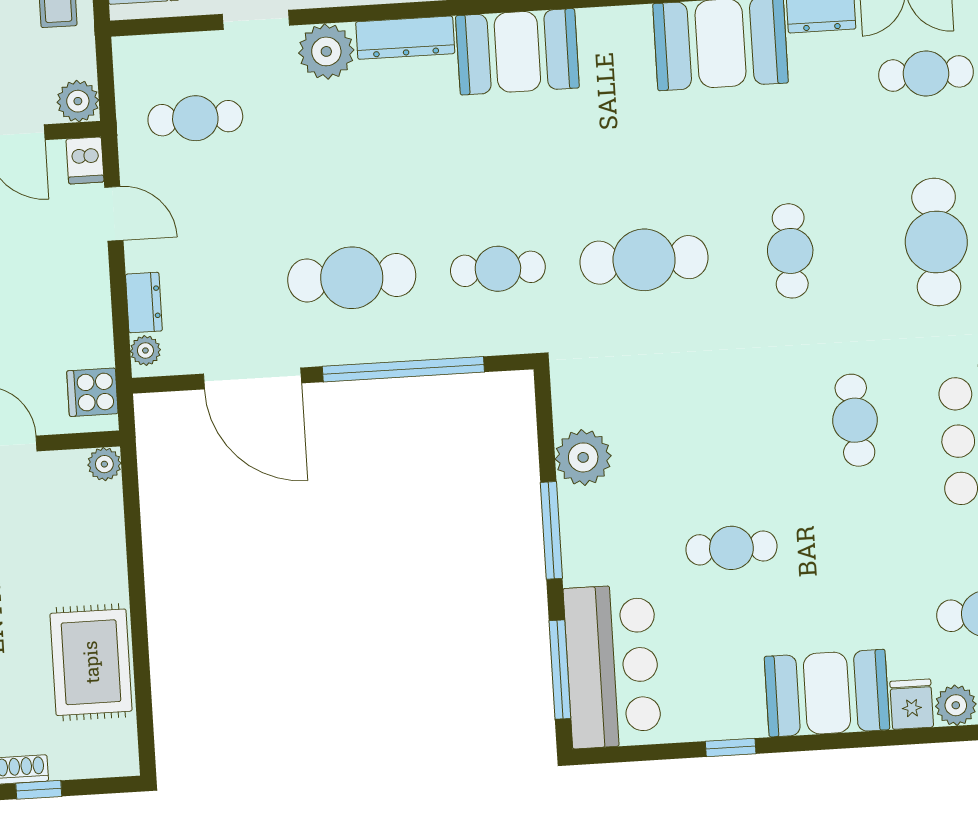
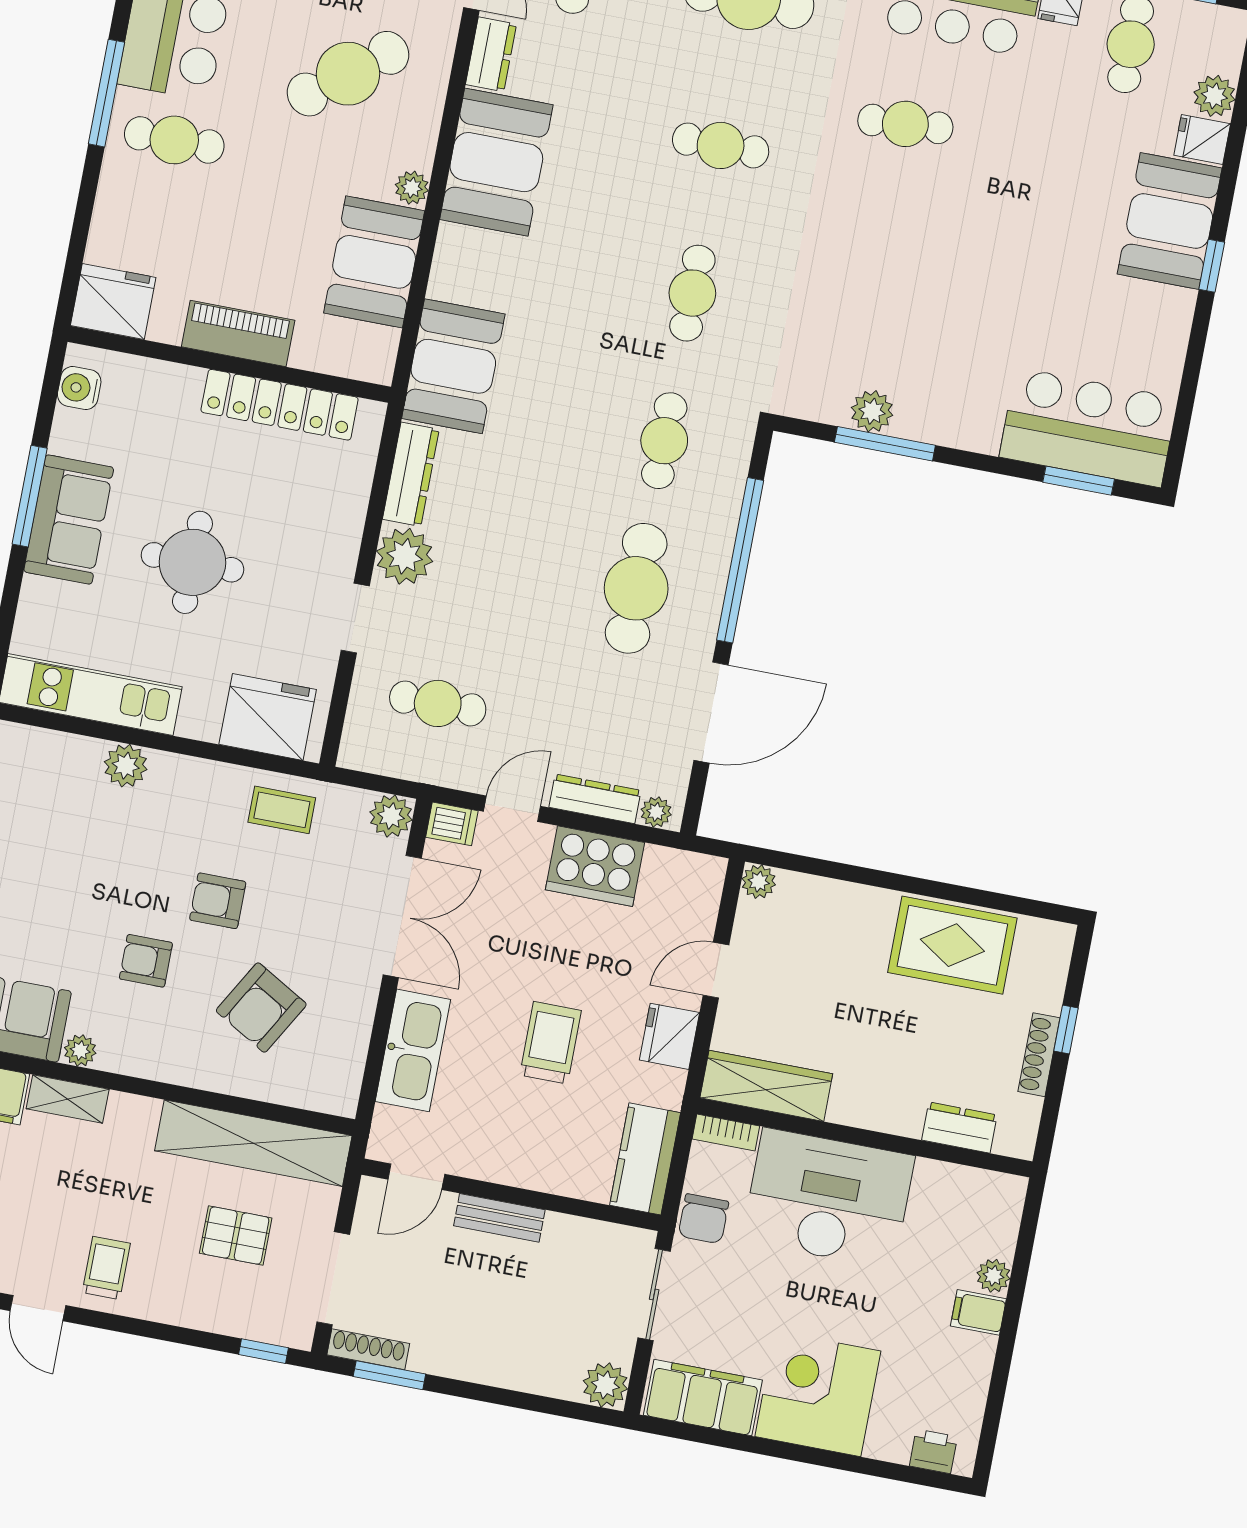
cafe table: (195, 118) -> (438, 703), turned 90
cafe table: (644, 260) -> (692, 293), width x0.73, depth x0.74
dresser: (144, 303) -> (595, 799), width x1.44
cooker: (92, 392) -> (595, 866), moved, width x1.87, depth x1.31
plant: (583, 457) -> (872, 411), width x0.73, depth x0.73
window: (551, 530) -> (885, 444), moved
cafe table: (731, 548) -> (1001, 279), removed
window: (560, 670) -> (1079, 481), width x0.69
window: (731, 747) -> (1212, 266), moved

